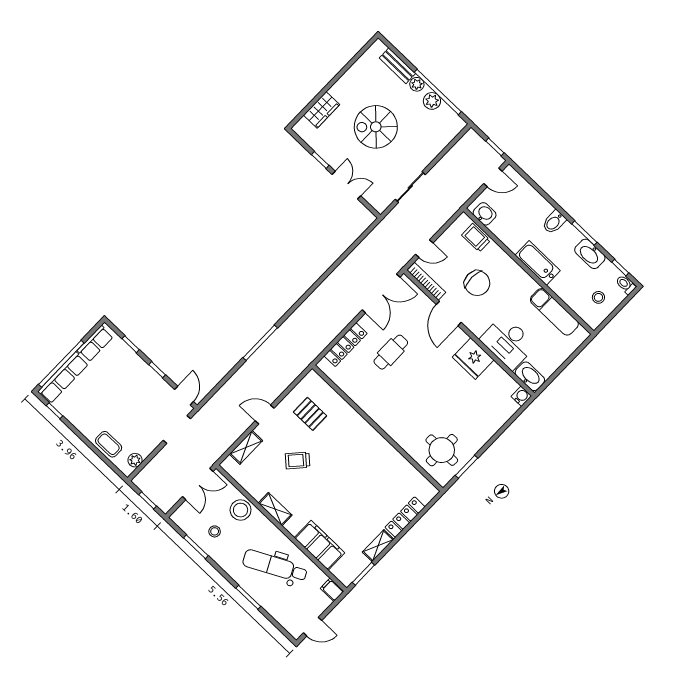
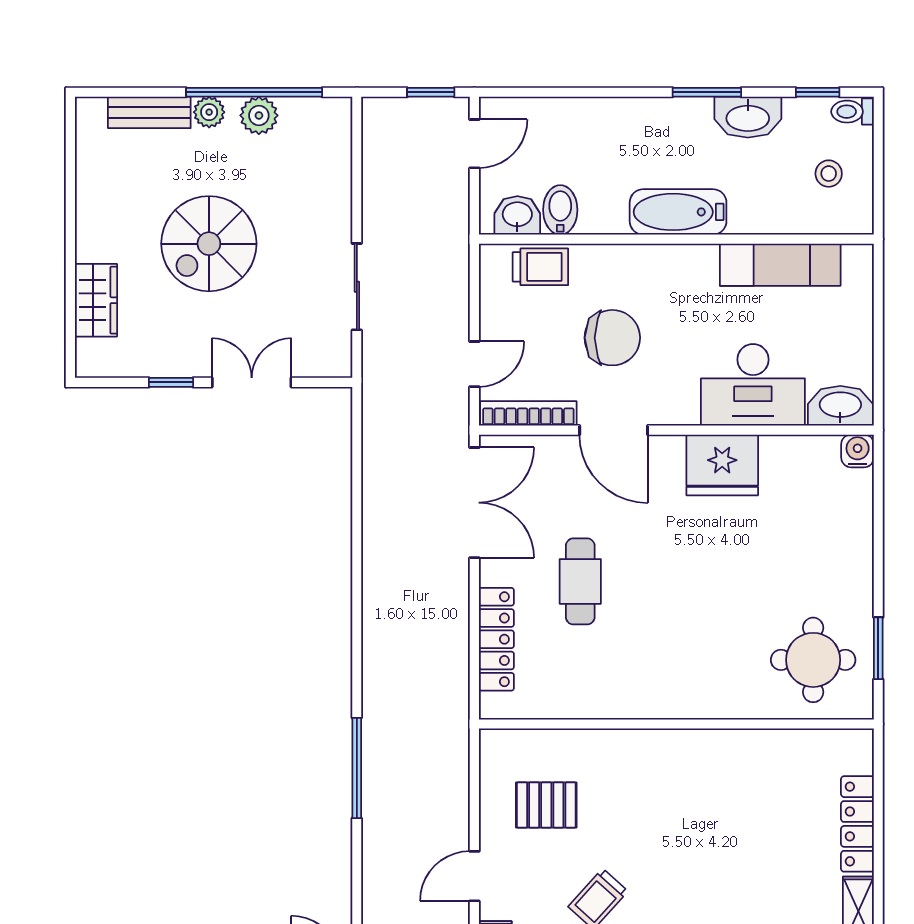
bidet: (554, 222) -> (560, 210), moved, turned 180
trolley: (476, 238) -> (540, 267), turned 180

